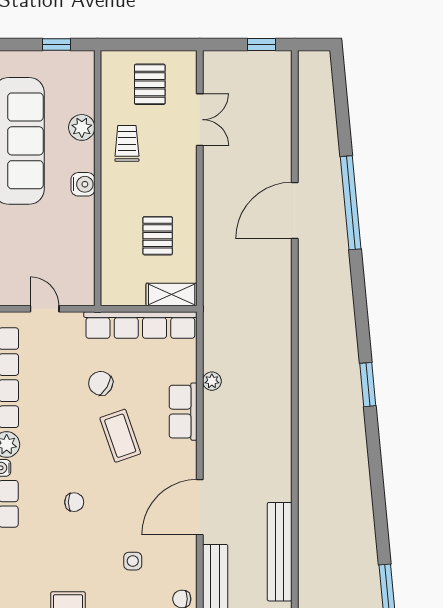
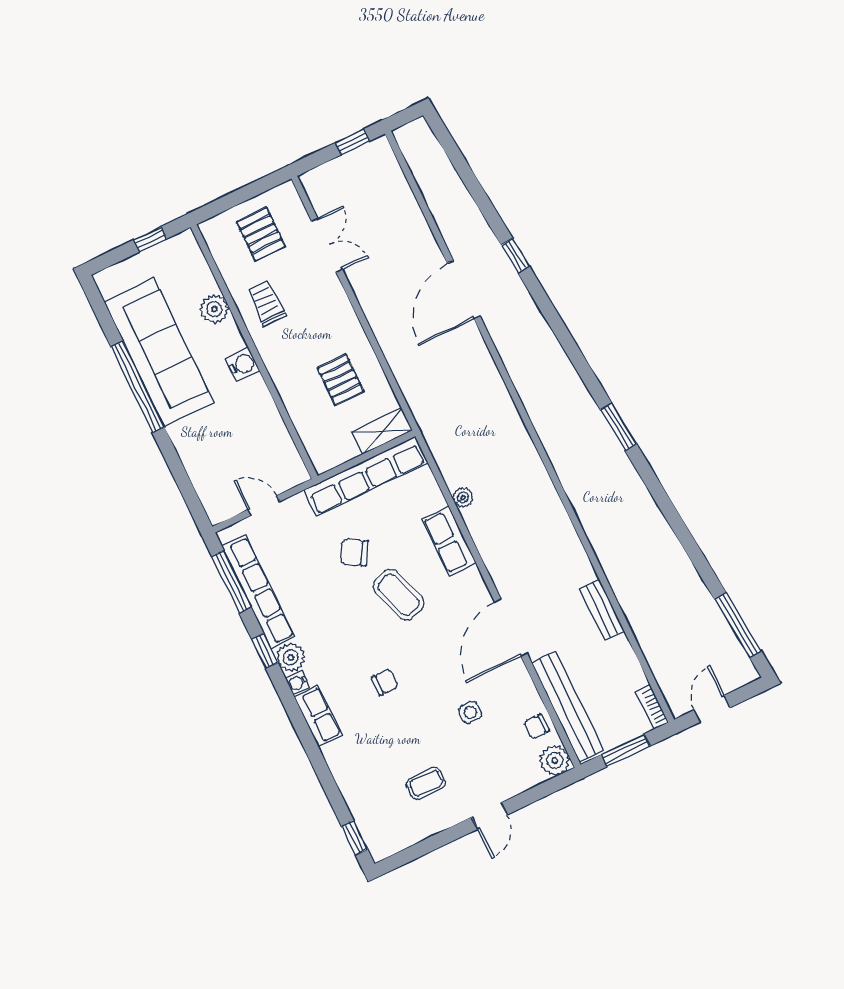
window: (351, 203) -> (515, 256), width x0.32
bench: (280, 552) -> (602, 610), width x0.54, depth x0.82

